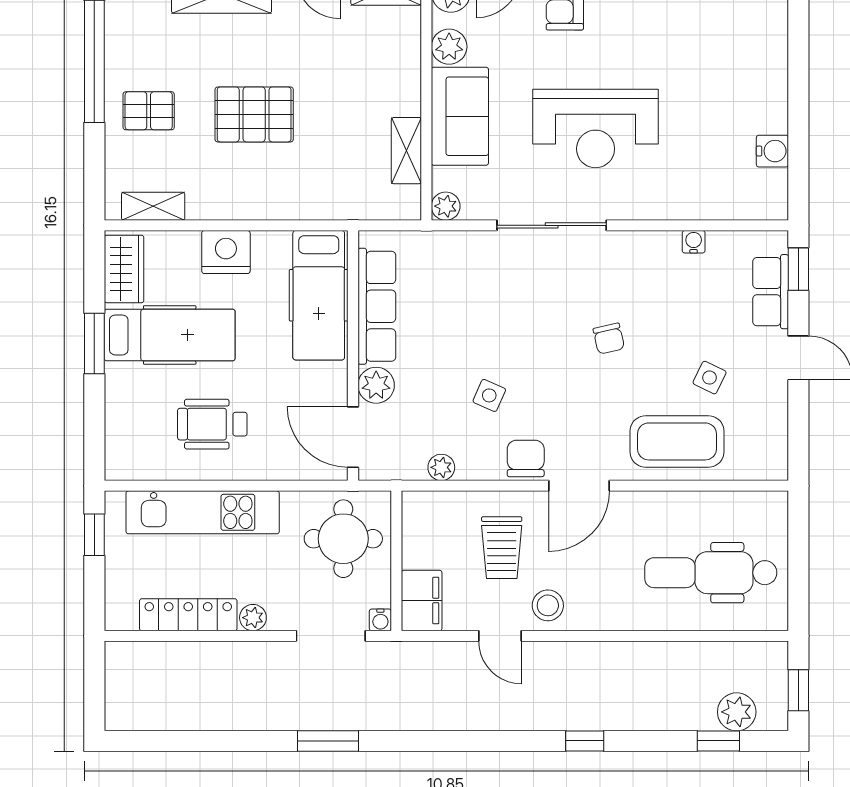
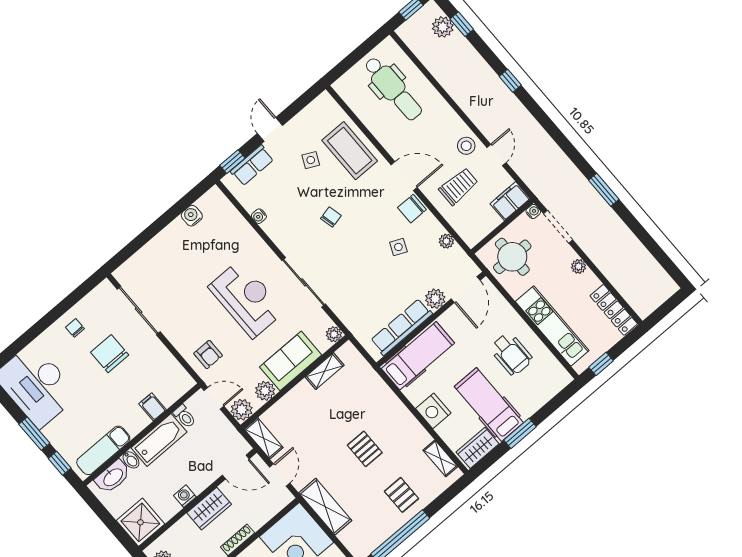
pallet: (254, 114) -> (365, 449), width x0.67, depth x0.71
locker: (188, 615) -> (614, 310), moved

